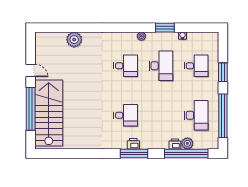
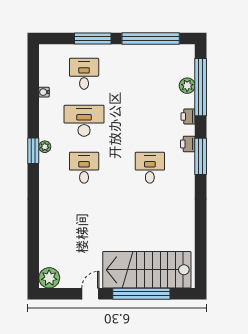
window: (165, 28) -> (33, 151), moved
plant: (74, 40) -> (49, 278), moved
window: (223, 72) -> (93, 38), width x1.44
desk: (196, 115) -> (150, 74), removed
printer: (133, 144) -> (188, 144), moved
printer: (175, 144) -> (188, 116), moved

